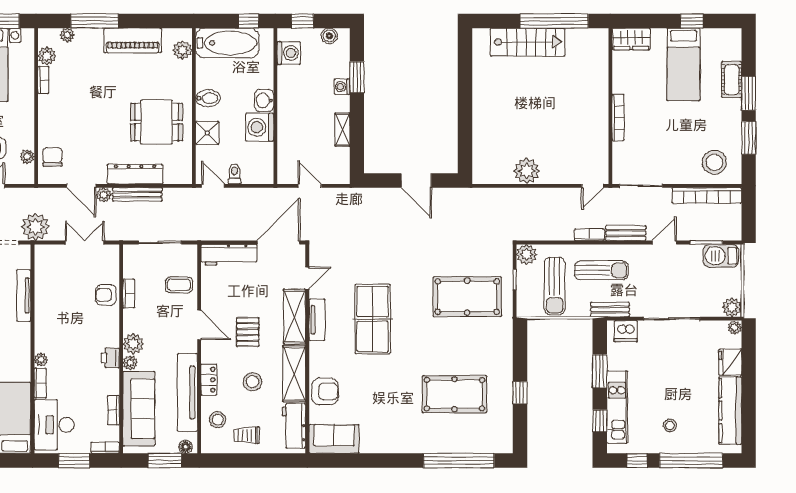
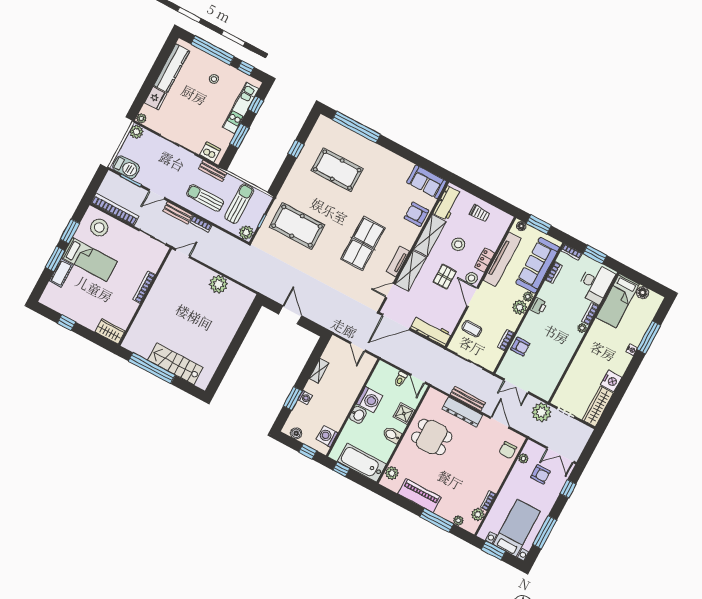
bed: (684, 64) -> (89, 260), moved, turned 90
plant: (104, 195) -> (489, 409), removed
tv unit: (24, 296) -> (572, 373), removed
stool: (218, 420) -> (471, 278), moved

